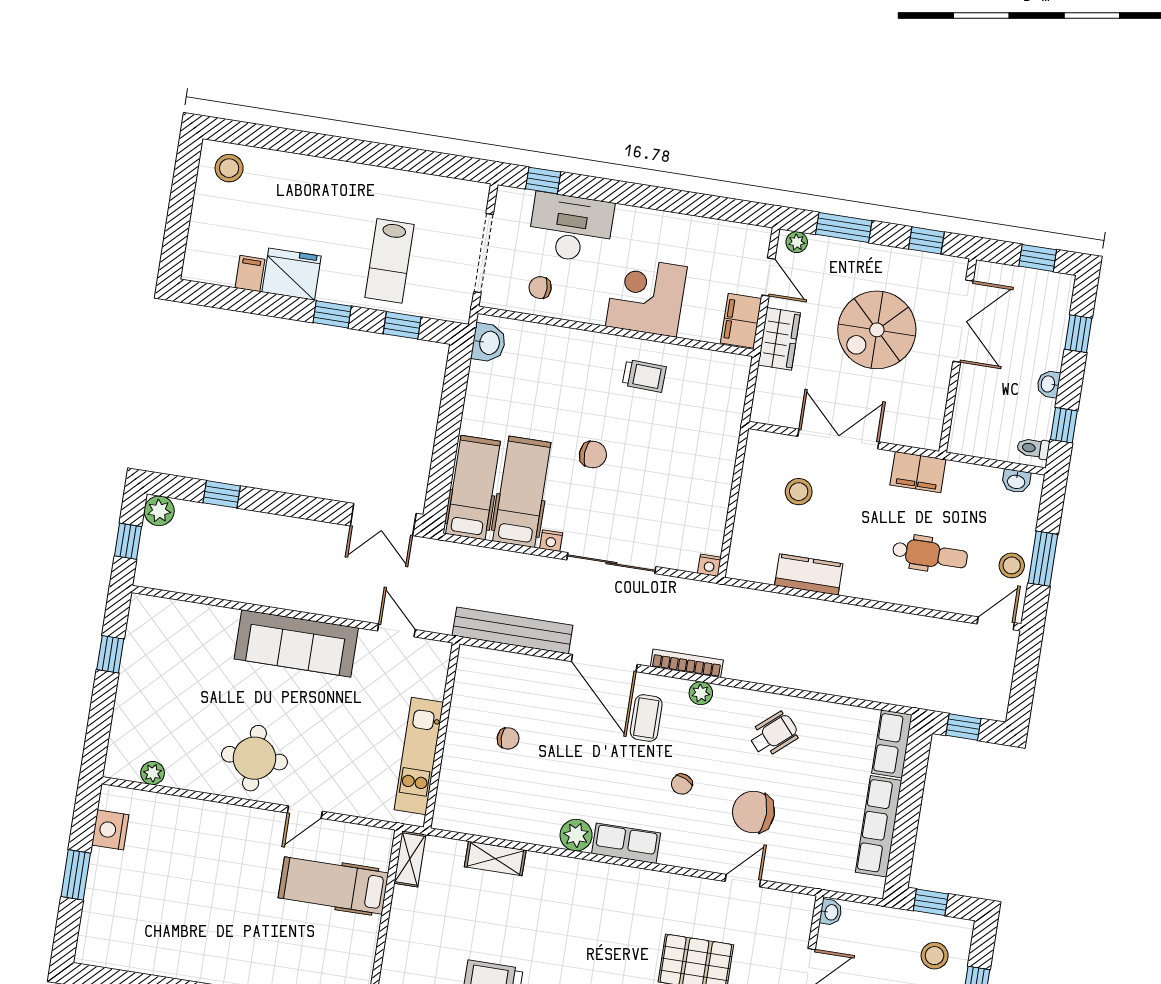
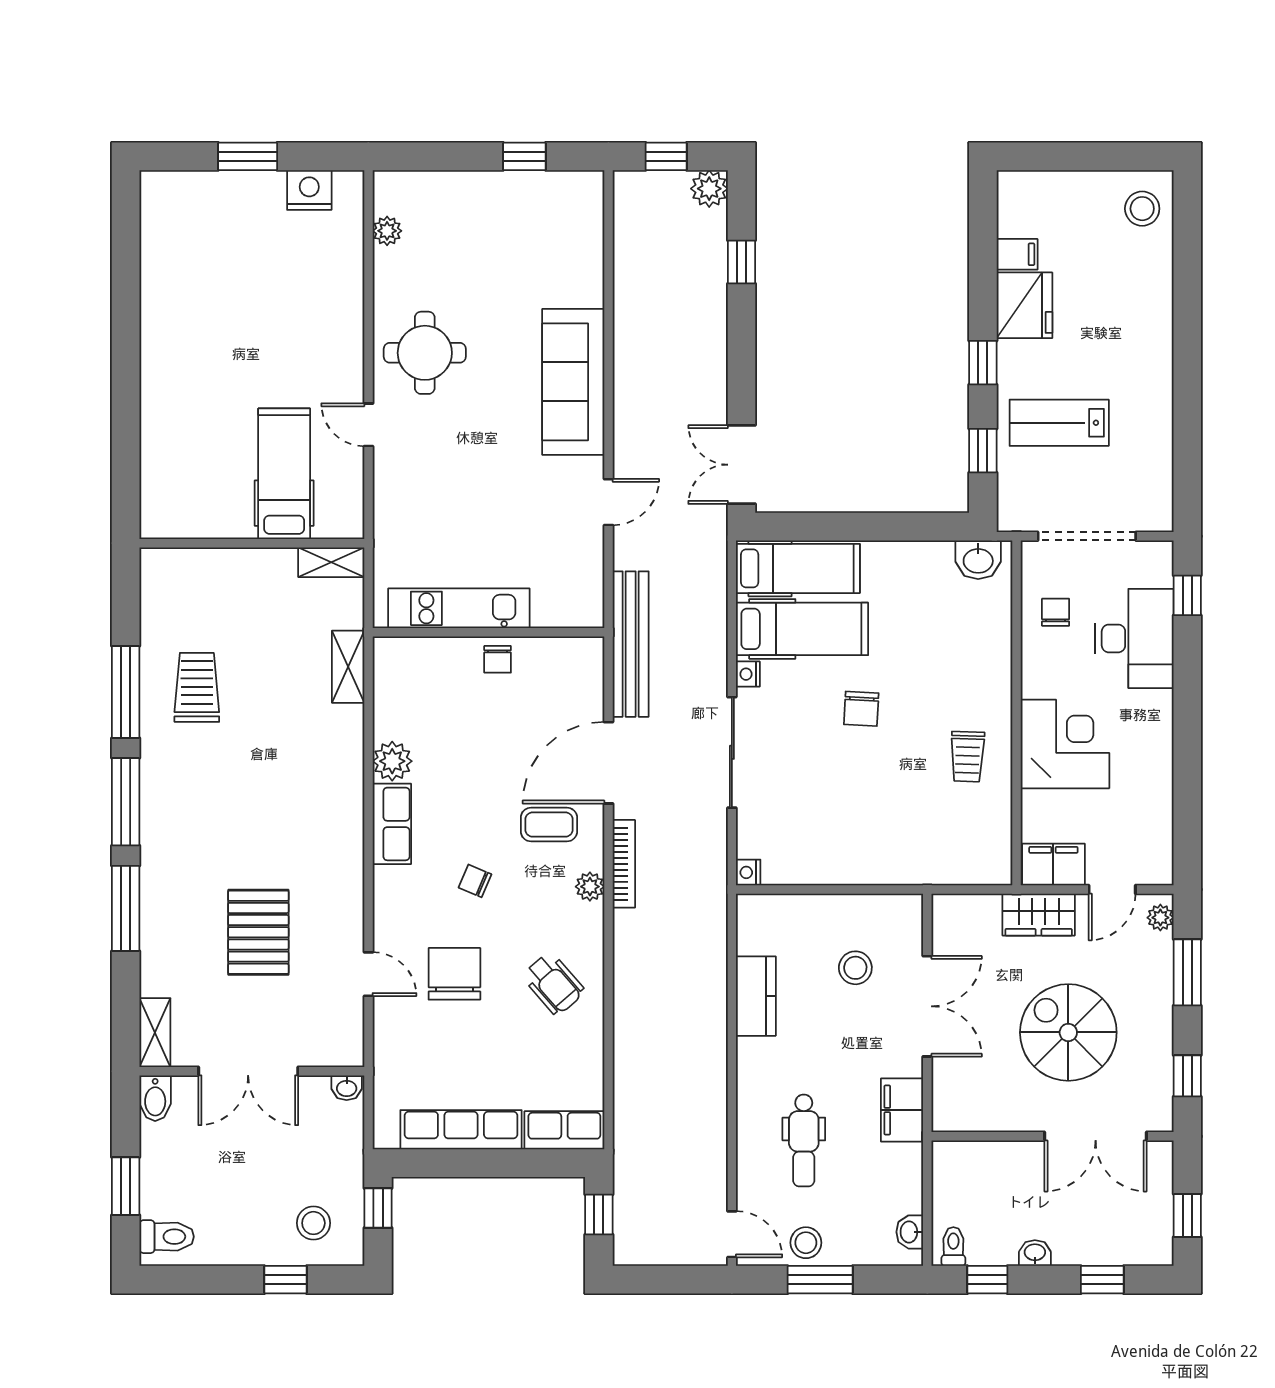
wall: (442, 735) -> (488, 632), moved
kitchen unit: (419, 756) -> (459, 608), moved

